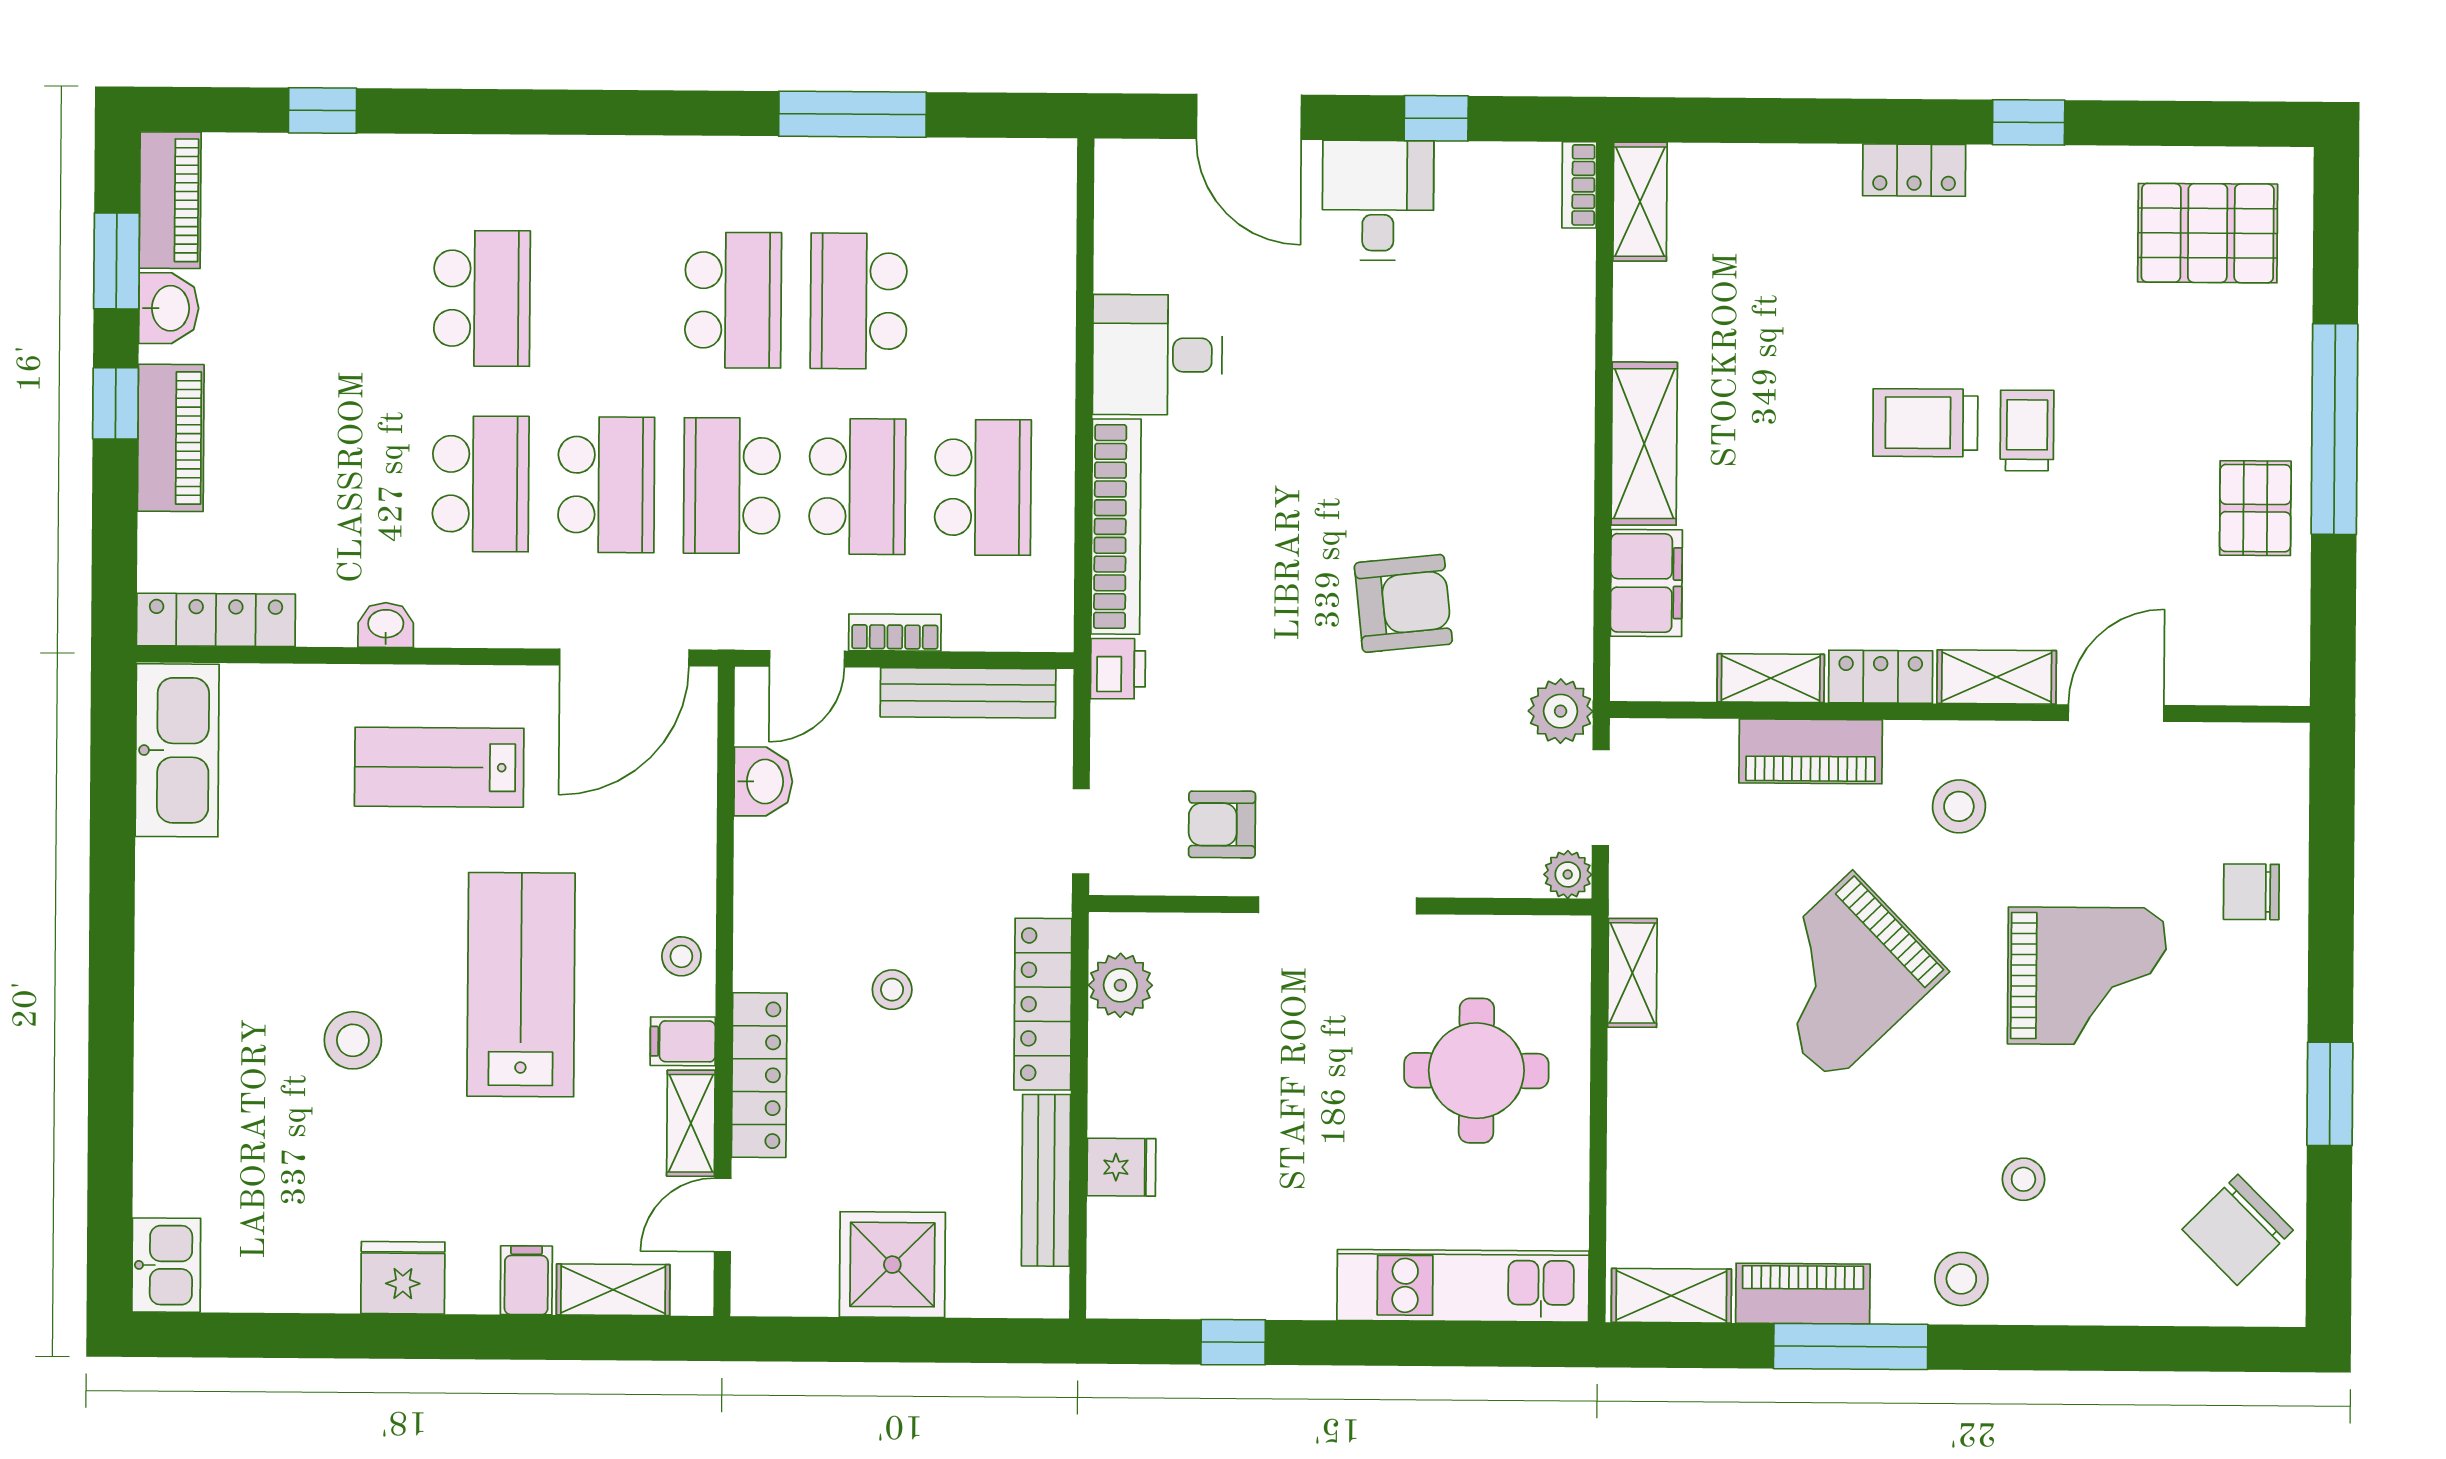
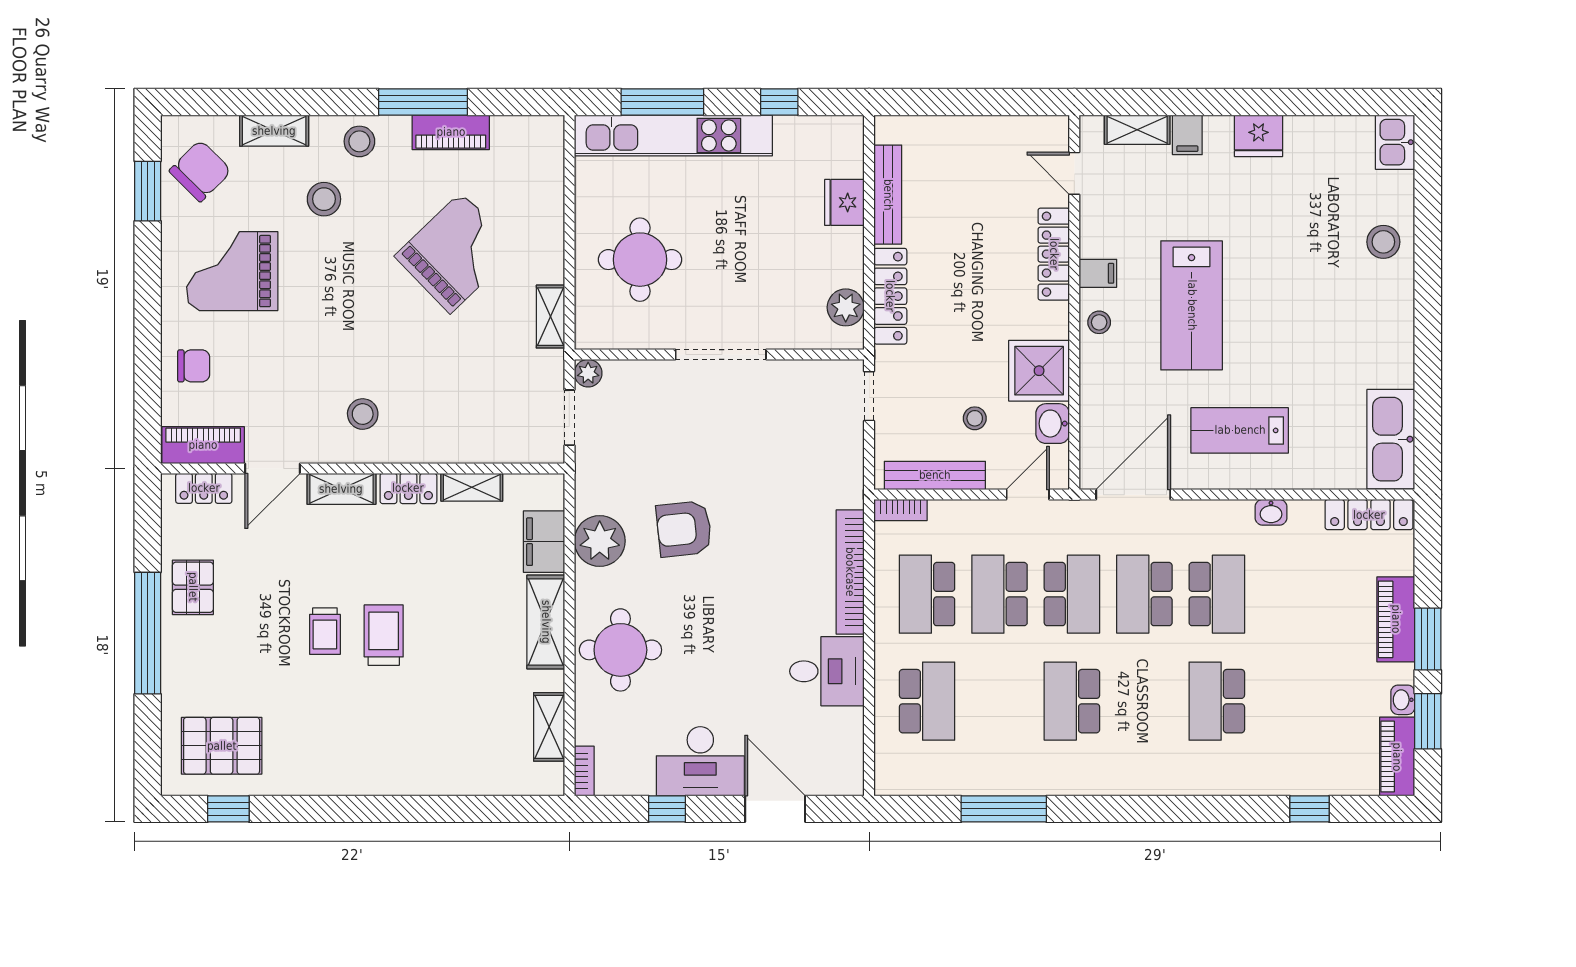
window: (2029, 122) -> (228, 809), moved
locker: (1914, 170) -> (204, 488), moved, turned 180
desk: (1378, 200) -> (700, 761), width x1.37
shelving: (1640, 202) -> (549, 727), moved
school desk: (859, 301) -> (927, 701), moved
washbasin: (169, 308) -> (1403, 700), width x0.72, depth x0.69
round table: (1515, 394) -> (620, 650), added
window: (116, 403) -> (1428, 639), width x1.50
trolley: (1925, 423) -> (384, 635), turned -90
school desk: (481, 484) -> (1217, 594), turned 180
bookcase: (895, 633) -> (901, 510), moved
printer: (1118, 669) -> (848, 490), removed
plant: (1561, 711) -> (600, 541), moved, width x1.36, depth x1.36
piano: (1811, 751) -> (203, 445), moved
lab bench: (439, 767) -> (1240, 430), turned 180
armchair: (1222, 824) -> (788, 401), removed
grand piano: (2087, 976) -> (232, 271), moved
grand piano: (1842, 977) -> (456, 253), moved
stool: (892, 990) -> (975, 418), moved
stool: (353, 1040) -> (1383, 242), moved
window: (2330, 1094) -> (148, 191), moved
shelving: (691, 1123) -> (1093, 226), removed
fridge: (1121, 1167) -> (844, 202), width x1.38
stool: (2023, 1179) -> (324, 199), width x1.37, depth x1.37
door: (723, 1215) -> (1074, 173), swing flipped
shower: (892, 1265) -> (1039, 371), moved
kitchen unit: (1463, 1286) -> (673, 135), width x1.36
shelving: (1671, 1296) -> (274, 131), moved
window: (1436, 1344) -> (662, 102), added

